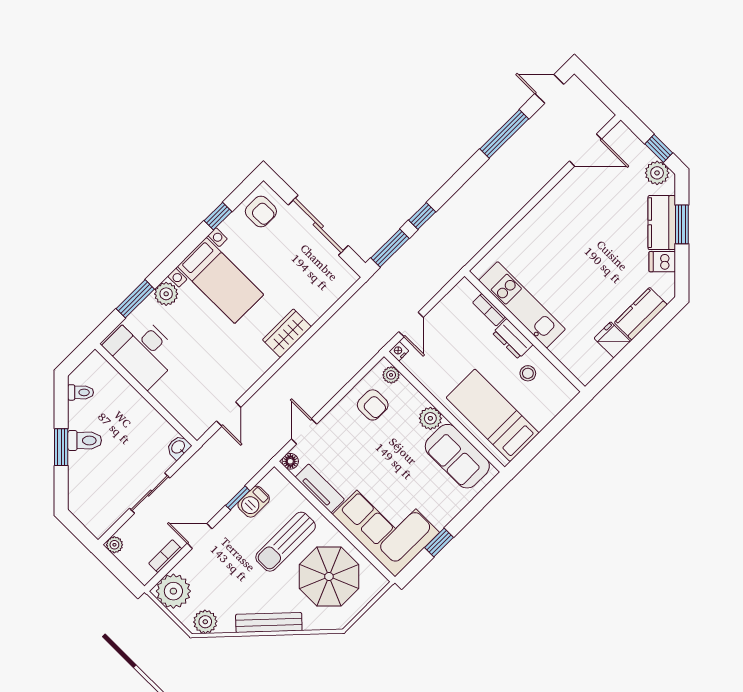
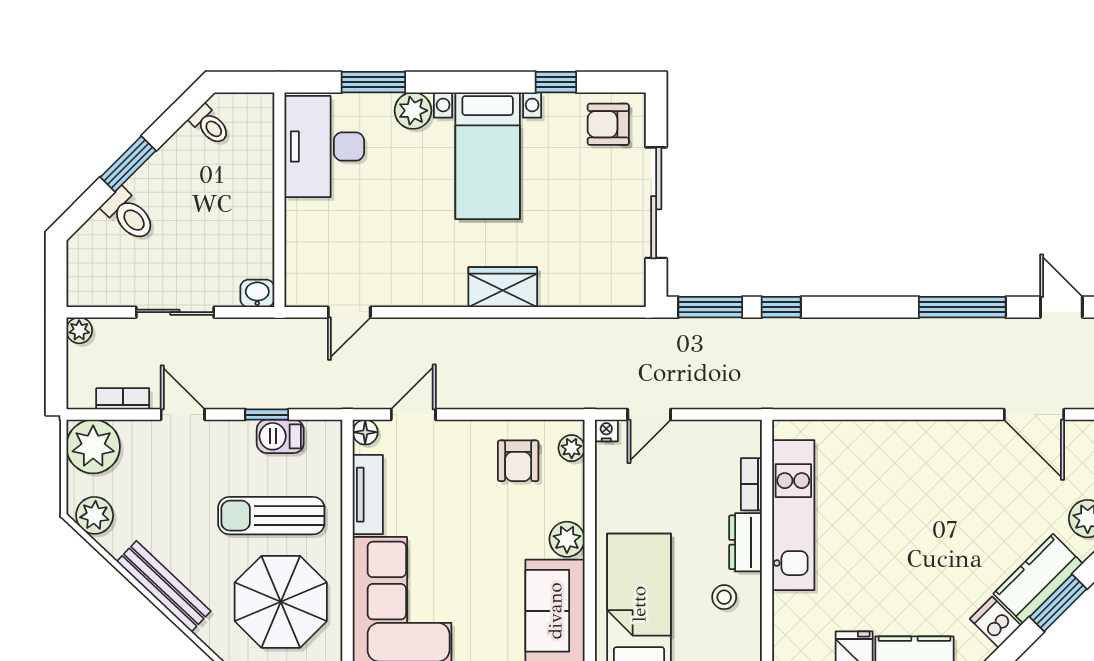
armchair: (261, 211) -> (608, 124), turned 90
toilet: (85, 440) -> (129, 215), moved

